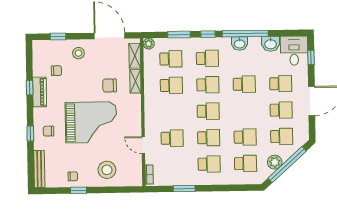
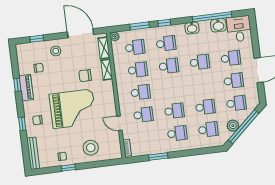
window: (245, 34) -> (212, 17), moved
window: (311, 58) -> (254, 33), removed
school desk: (208, 111) -> (141, 92), moved

